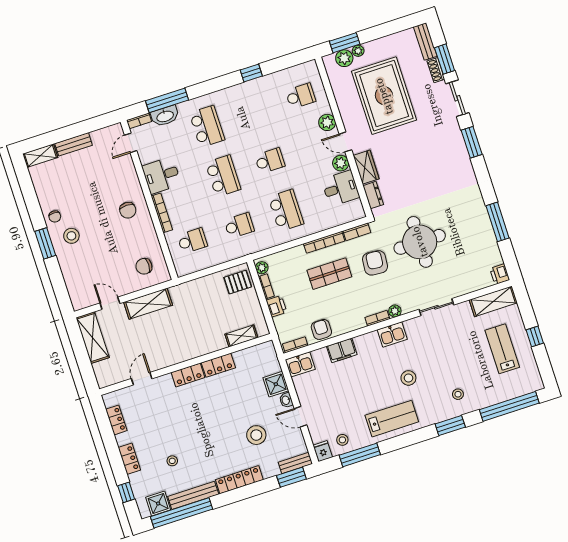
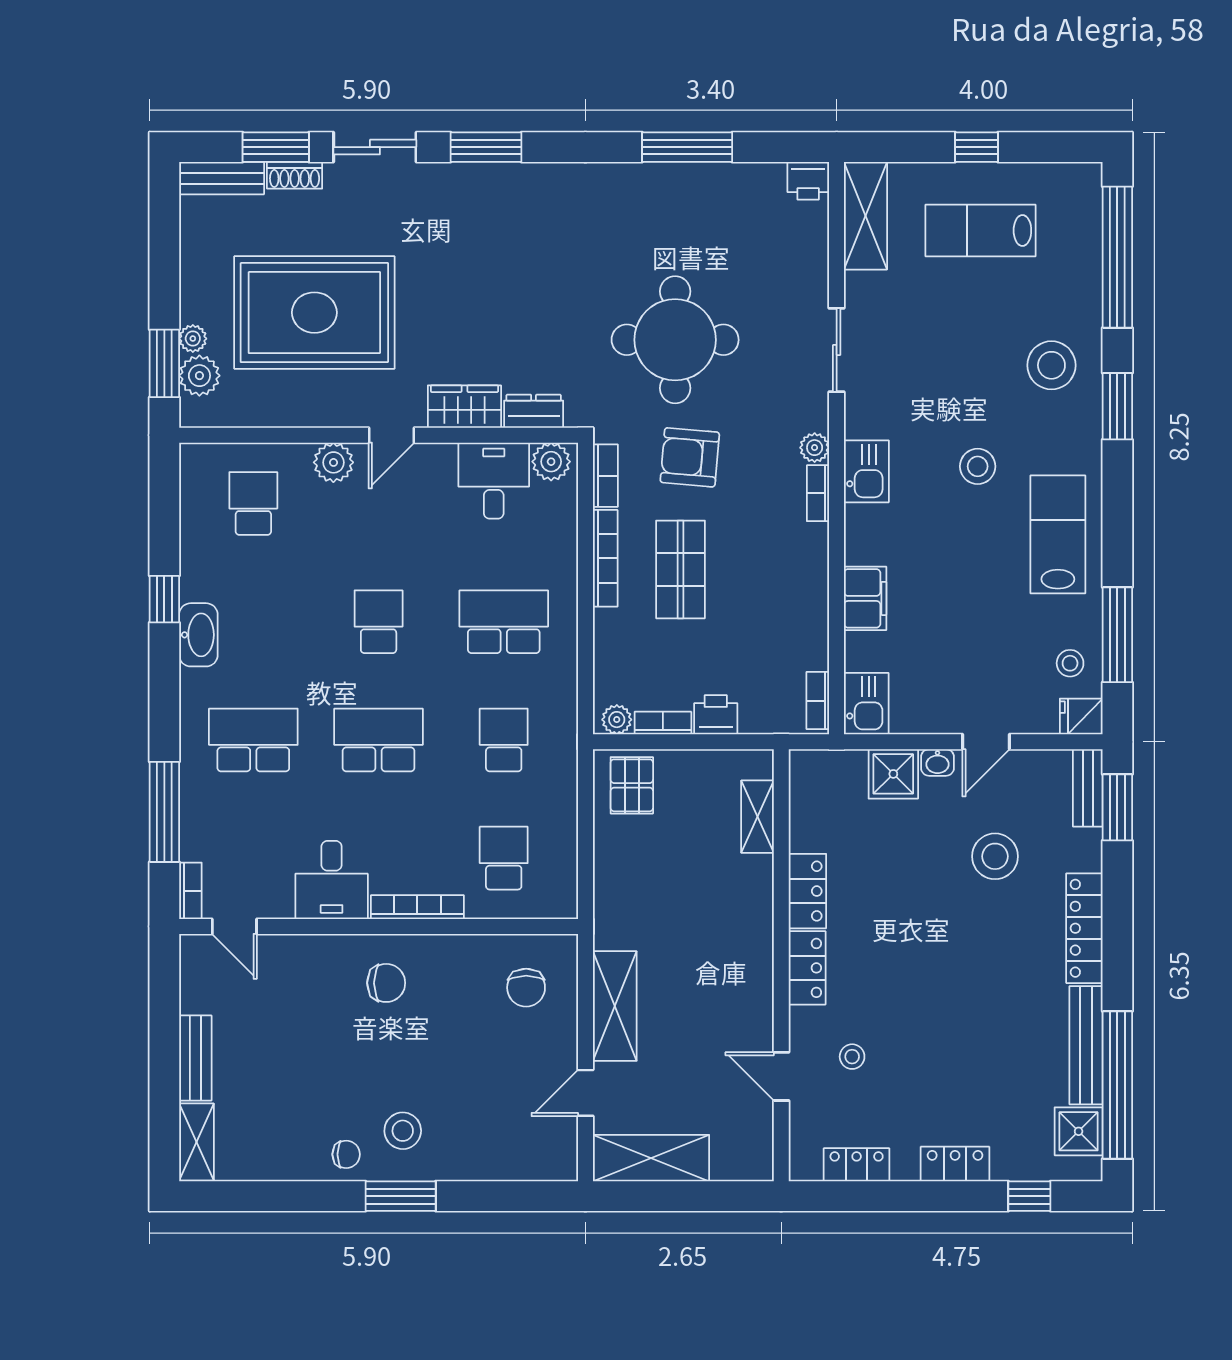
washbasin: (165, 116) -> (198, 635), moved
plant: (341, 163) -> (551, 462), moved
armchair: (321, 329) -> (802, 629), removed
stool: (458, 394) -> (1051, 365), width x1.89, depth x1.89
stool: (172, 461) -> (852, 1057), moved

